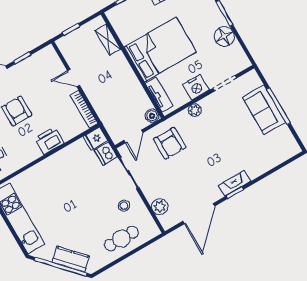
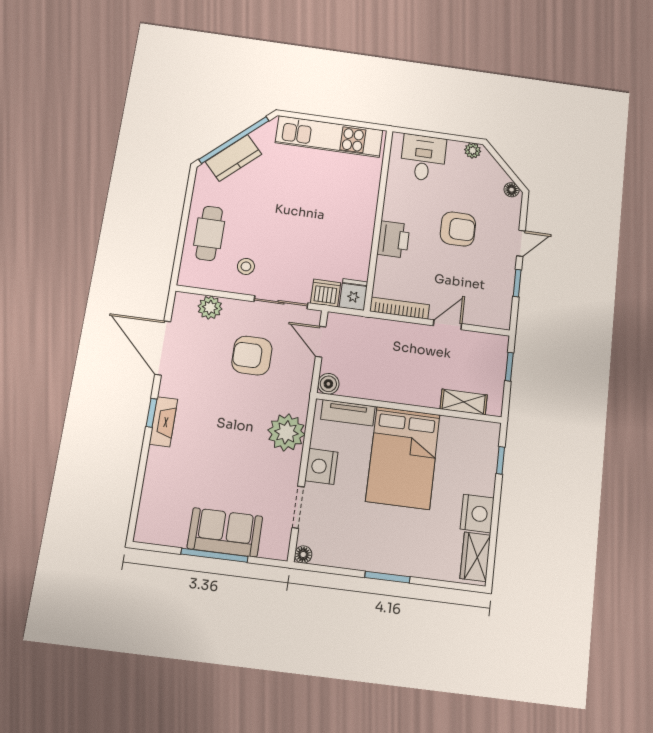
floor lamp: (224, 36) -> (303, 555), moved, width x0.53, depth x0.53
plant: (195, 110) -> (286, 432), width x1.88, depth x1.88
armchair: (170, 143) -> (252, 356), moved

